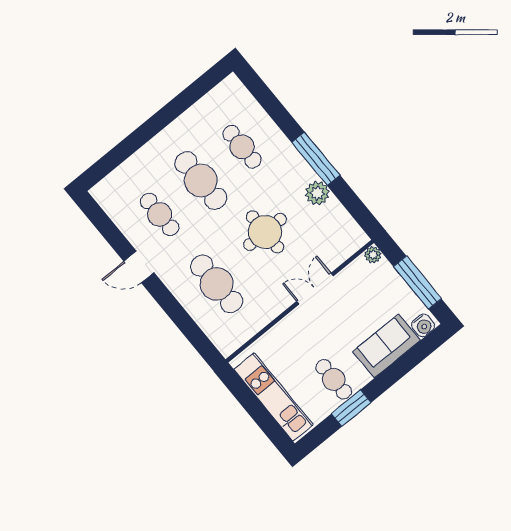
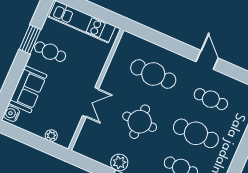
plant: (373, 255) -> (51, 136), moved
door: (139, 267) -> (207, 60), hinge flipped
window: (417, 283) -> (29, 139), removed

